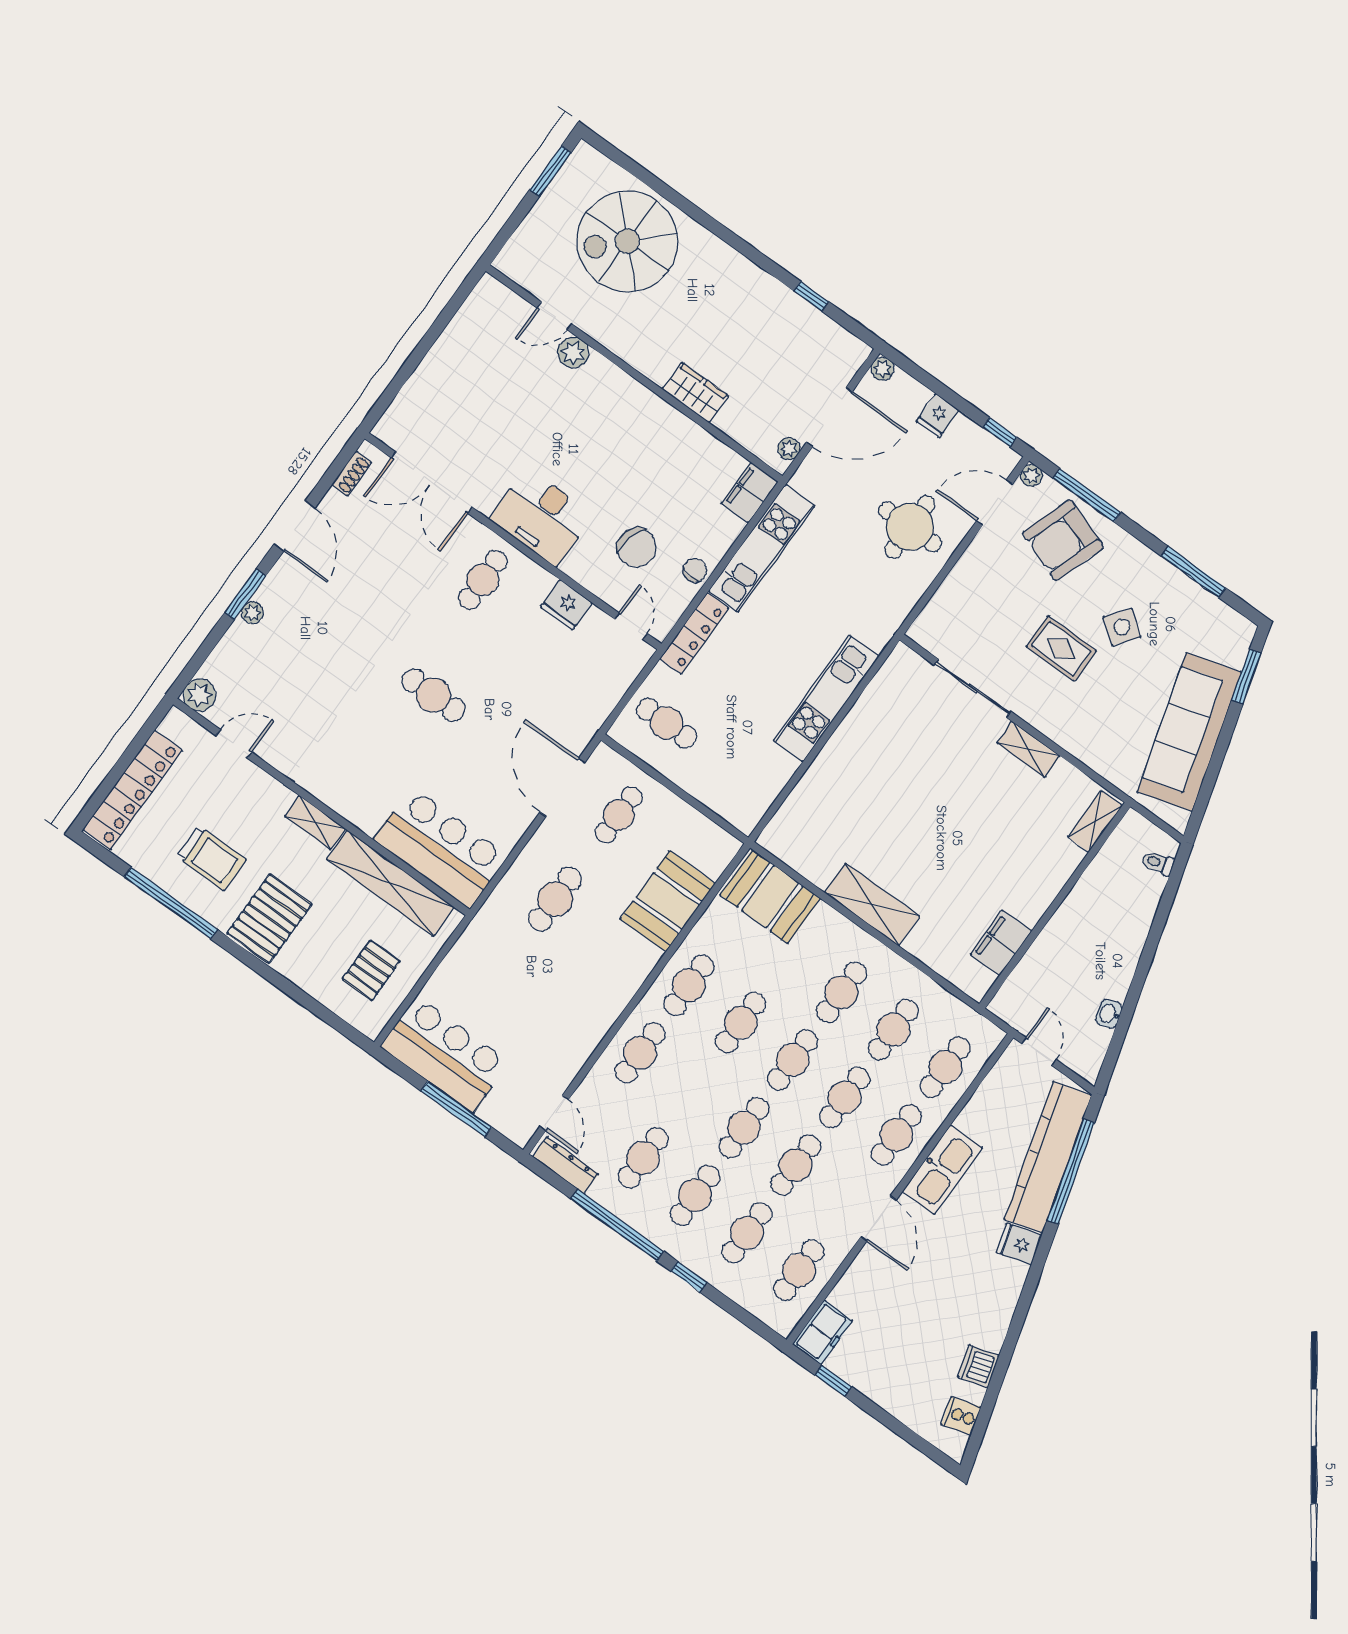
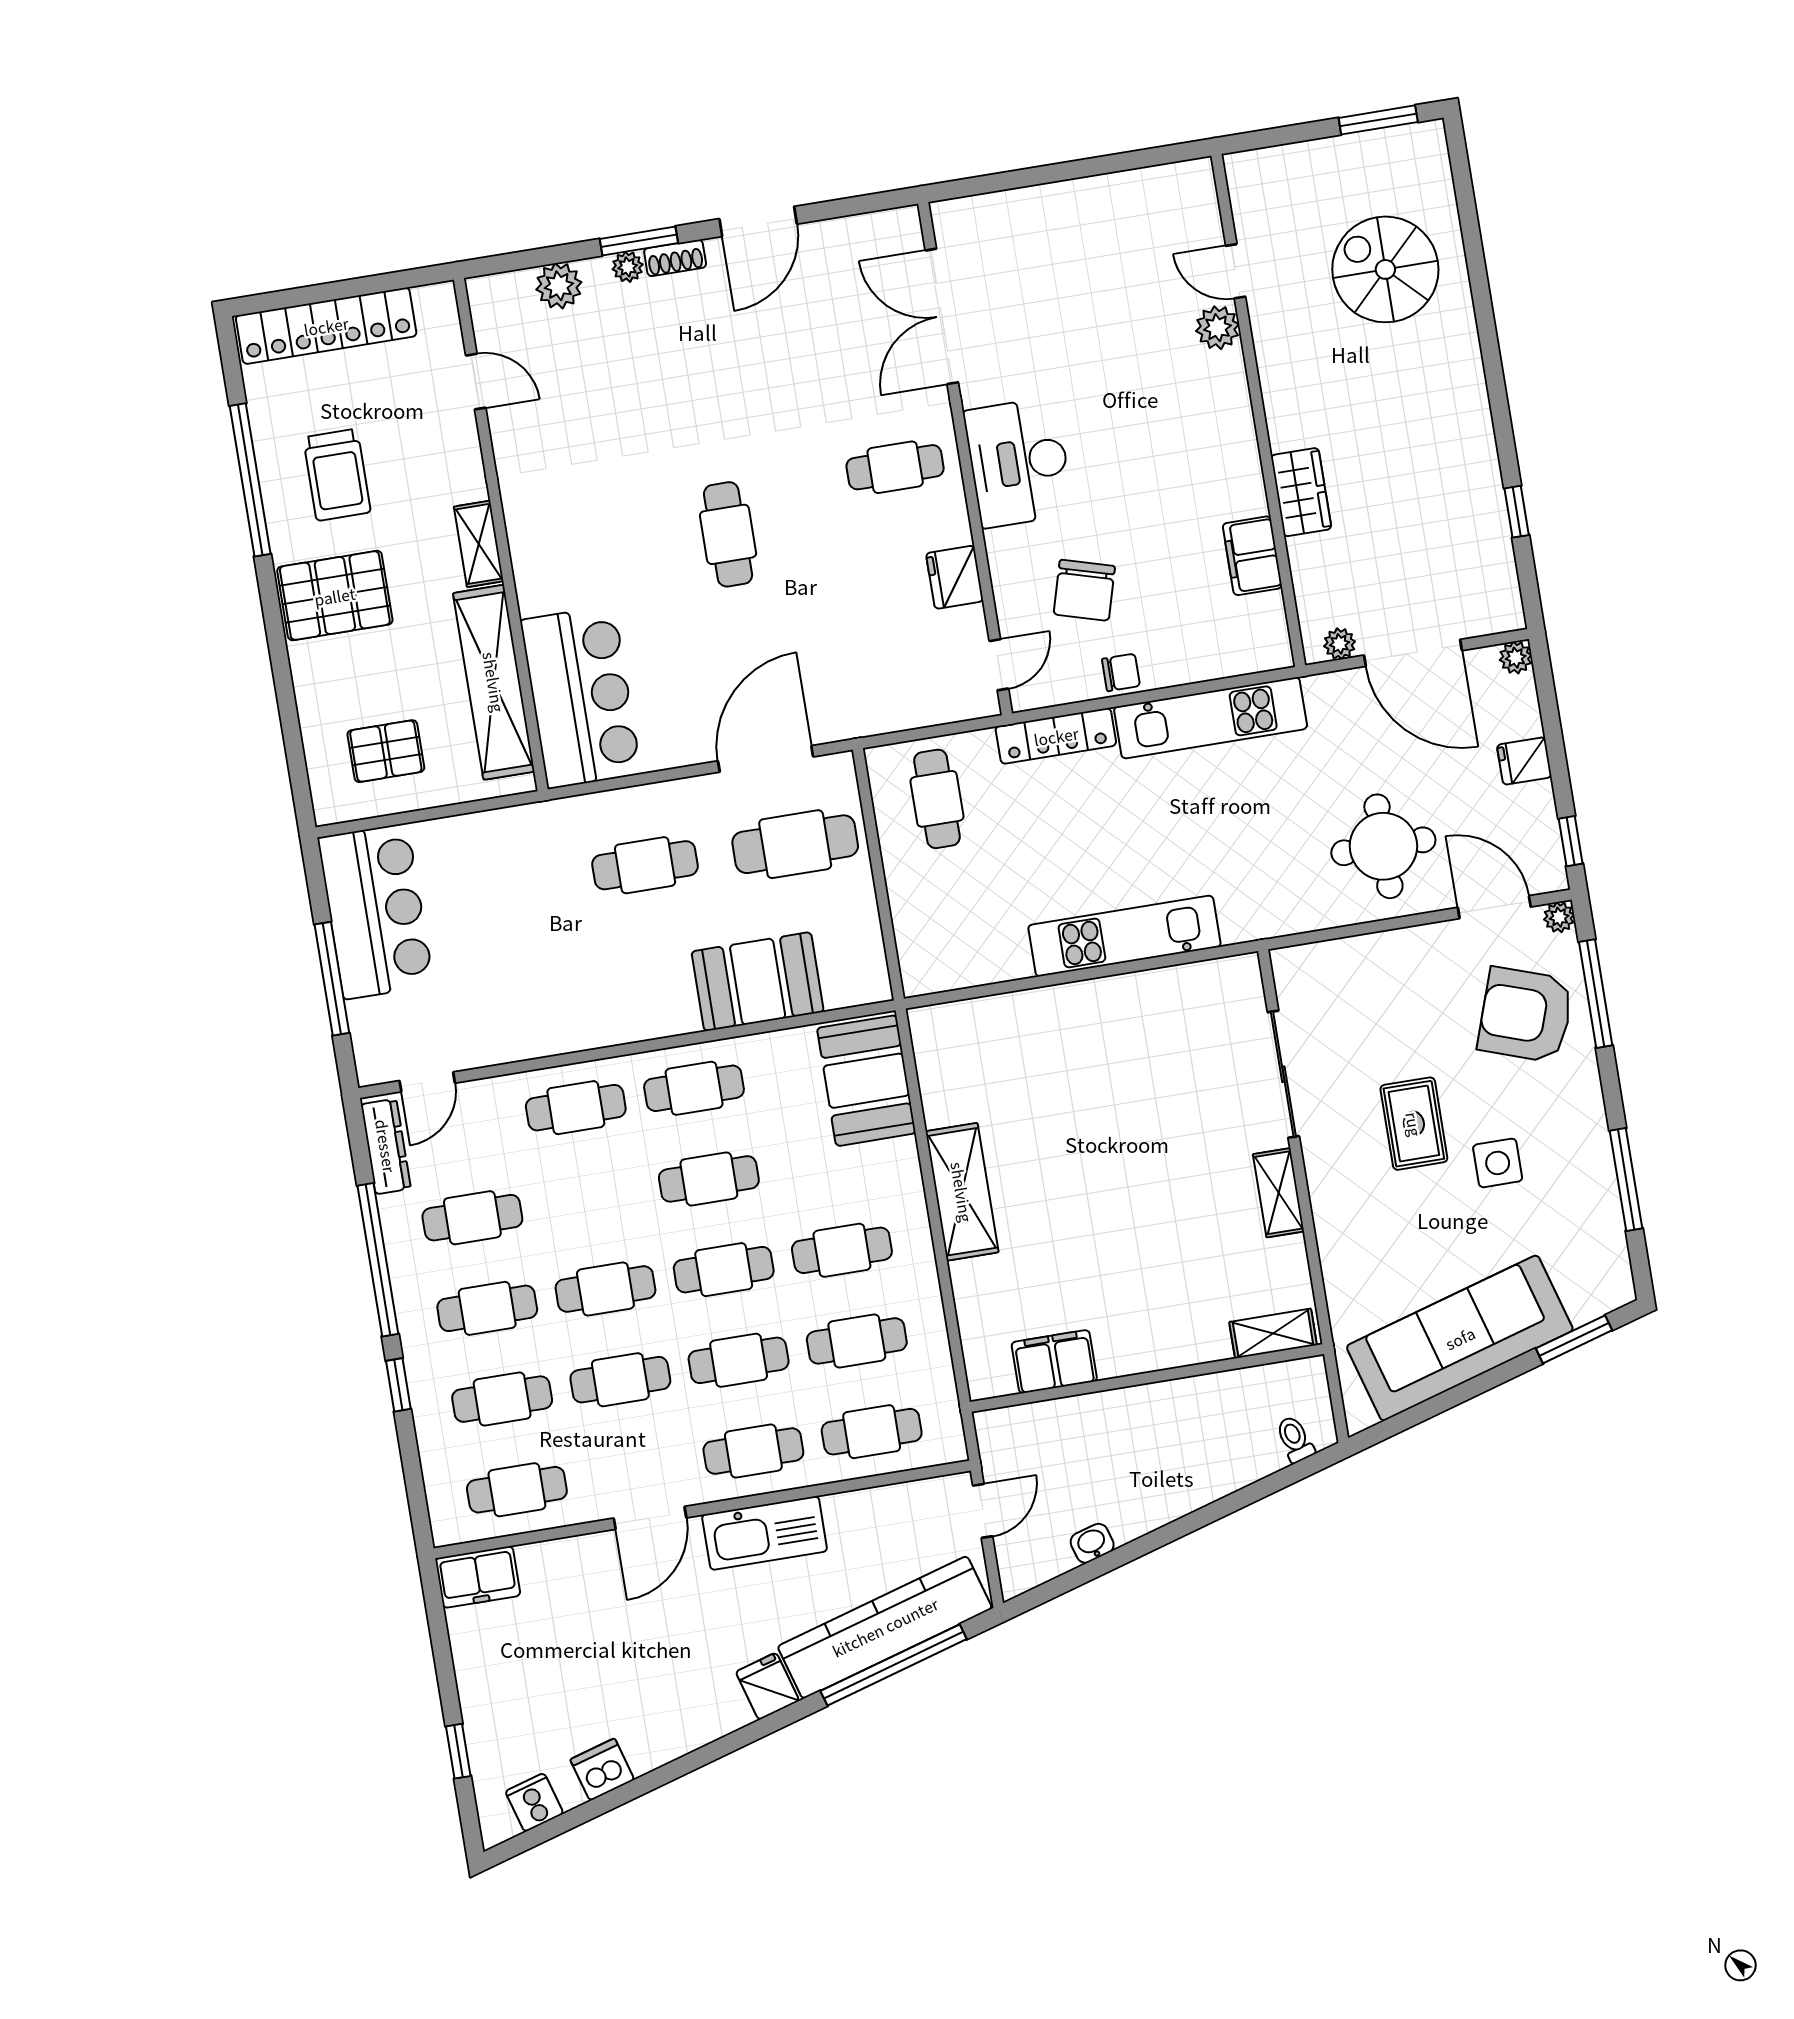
spiral stairs: (627, 241) -> (1385, 269), width x0.73, depth x0.73
shoe rack: (352, 474) -> (675, 258), moved
filing cabinet: (750, 493) -> (1252, 556), moved, turned -90
side table: (1122, 627) -> (1498, 1163), turned -37
plant: (199, 695) -> (559, 286), moved
cafe table: (619, 815) -> (795, 844), width x1.37, depth x1.35
window: (833, 1381) -> (458, 1751), moved

